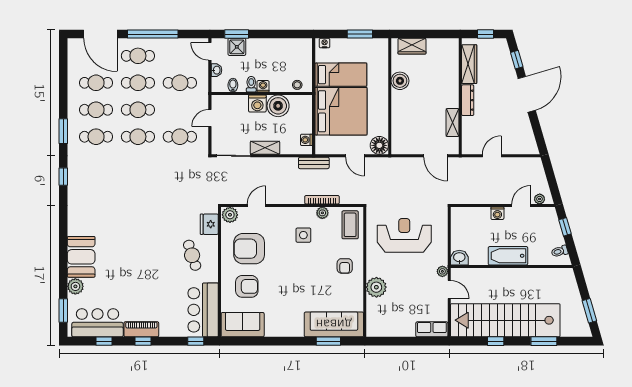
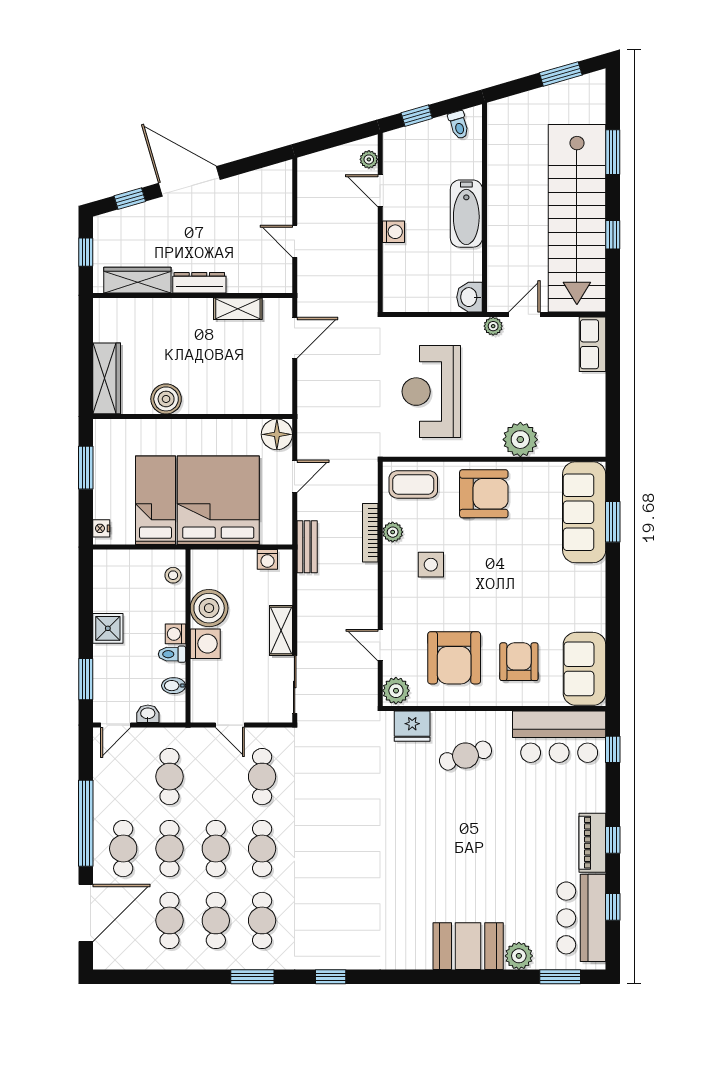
wardrobe: (412, 46) -> (107, 378), width x1.50
shower: (237, 47) -> (108, 628), moved
armchair: (345, 266) -> (484, 494), width x1.88, depth x1.88

